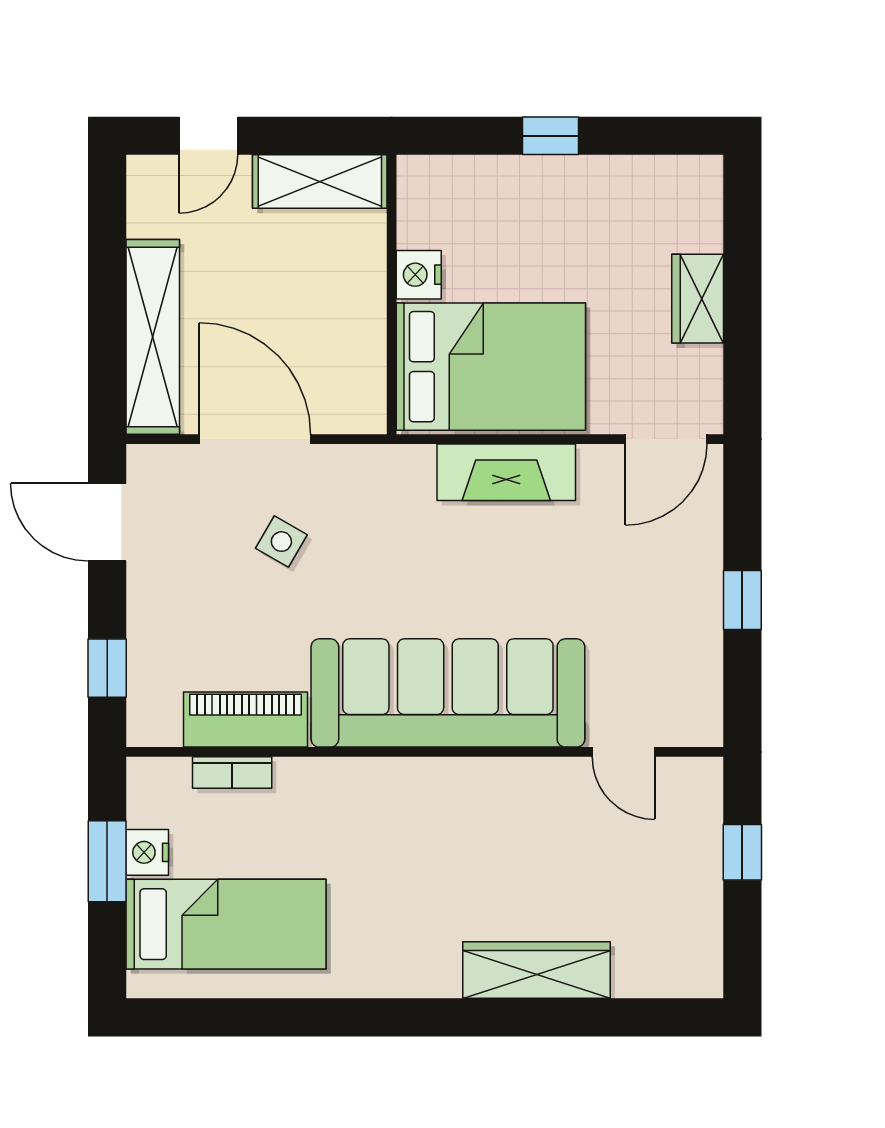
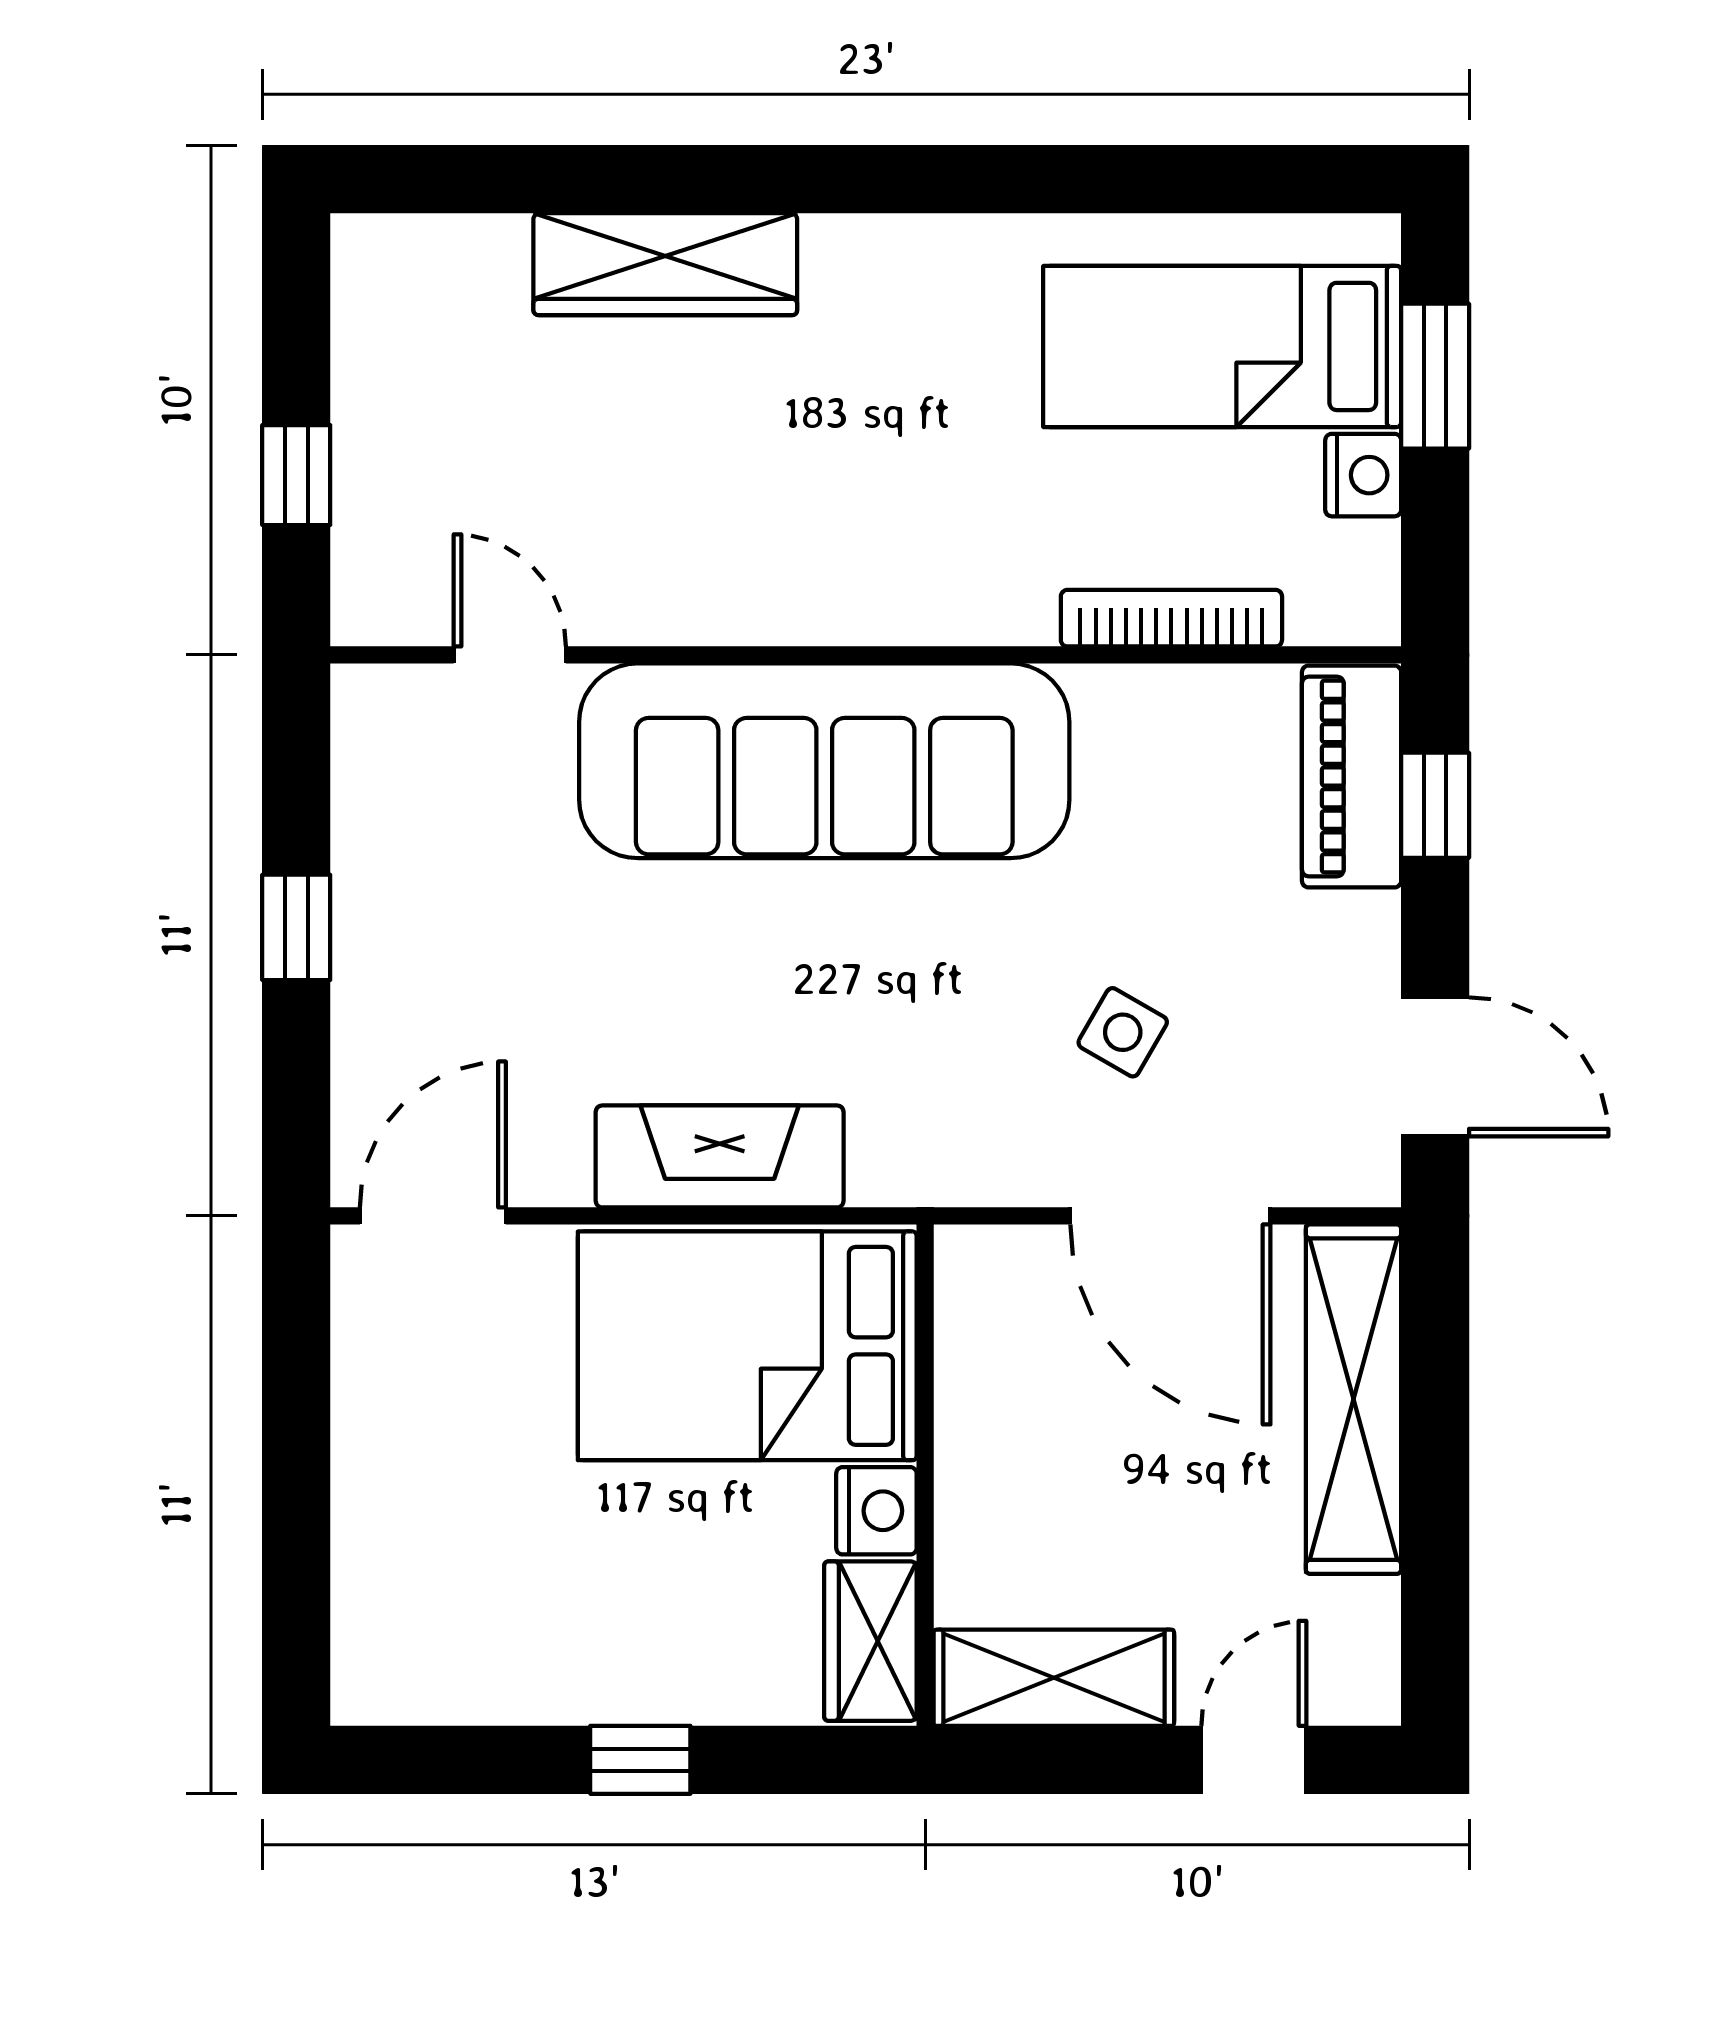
wardrobe: (698, 299) -> (870, 1641), moved, turned 180
piano: (246, 720) -> (1352, 776), moved, turned 90
bookcase: (232, 773) -> (1171, 618), width x1.56
window: (107, 861) -> (1435, 376), moved

